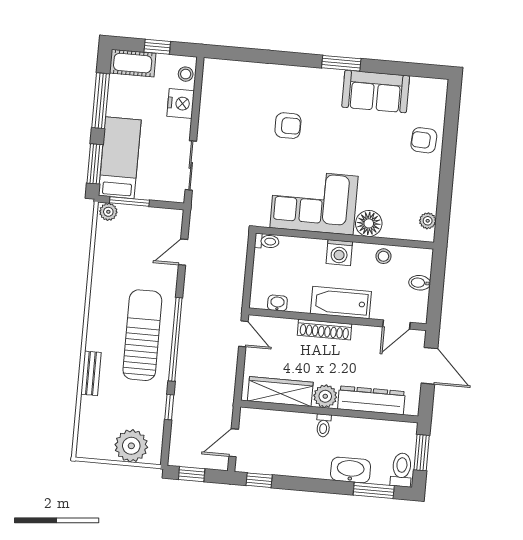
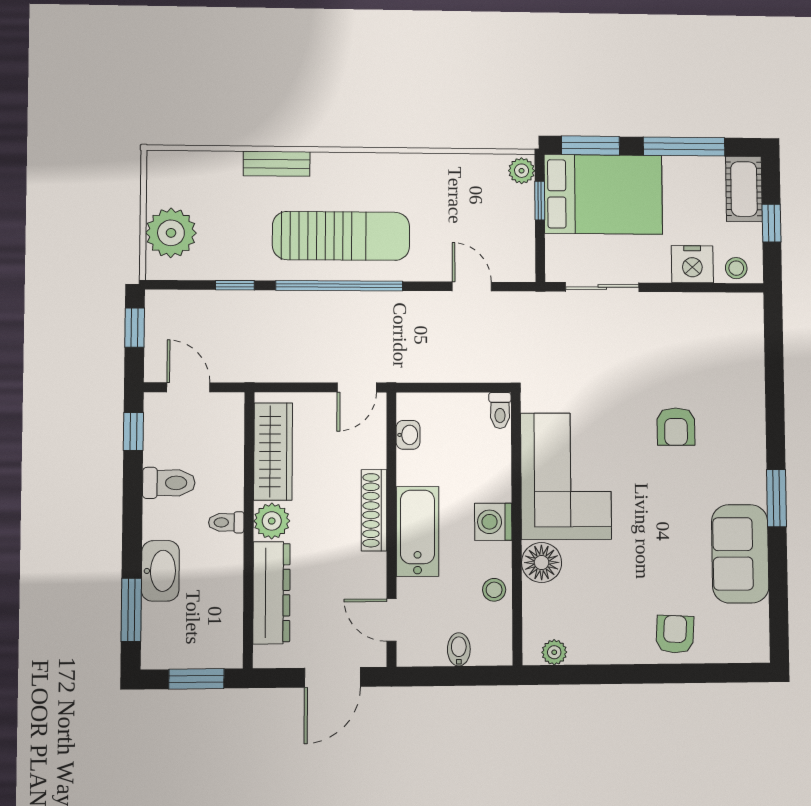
bed: (120, 158) -> (603, 194), width x1.50
window: (129, 202) -> (540, 201), width x0.67
toilet: (401, 470) -> (169, 483), moved

